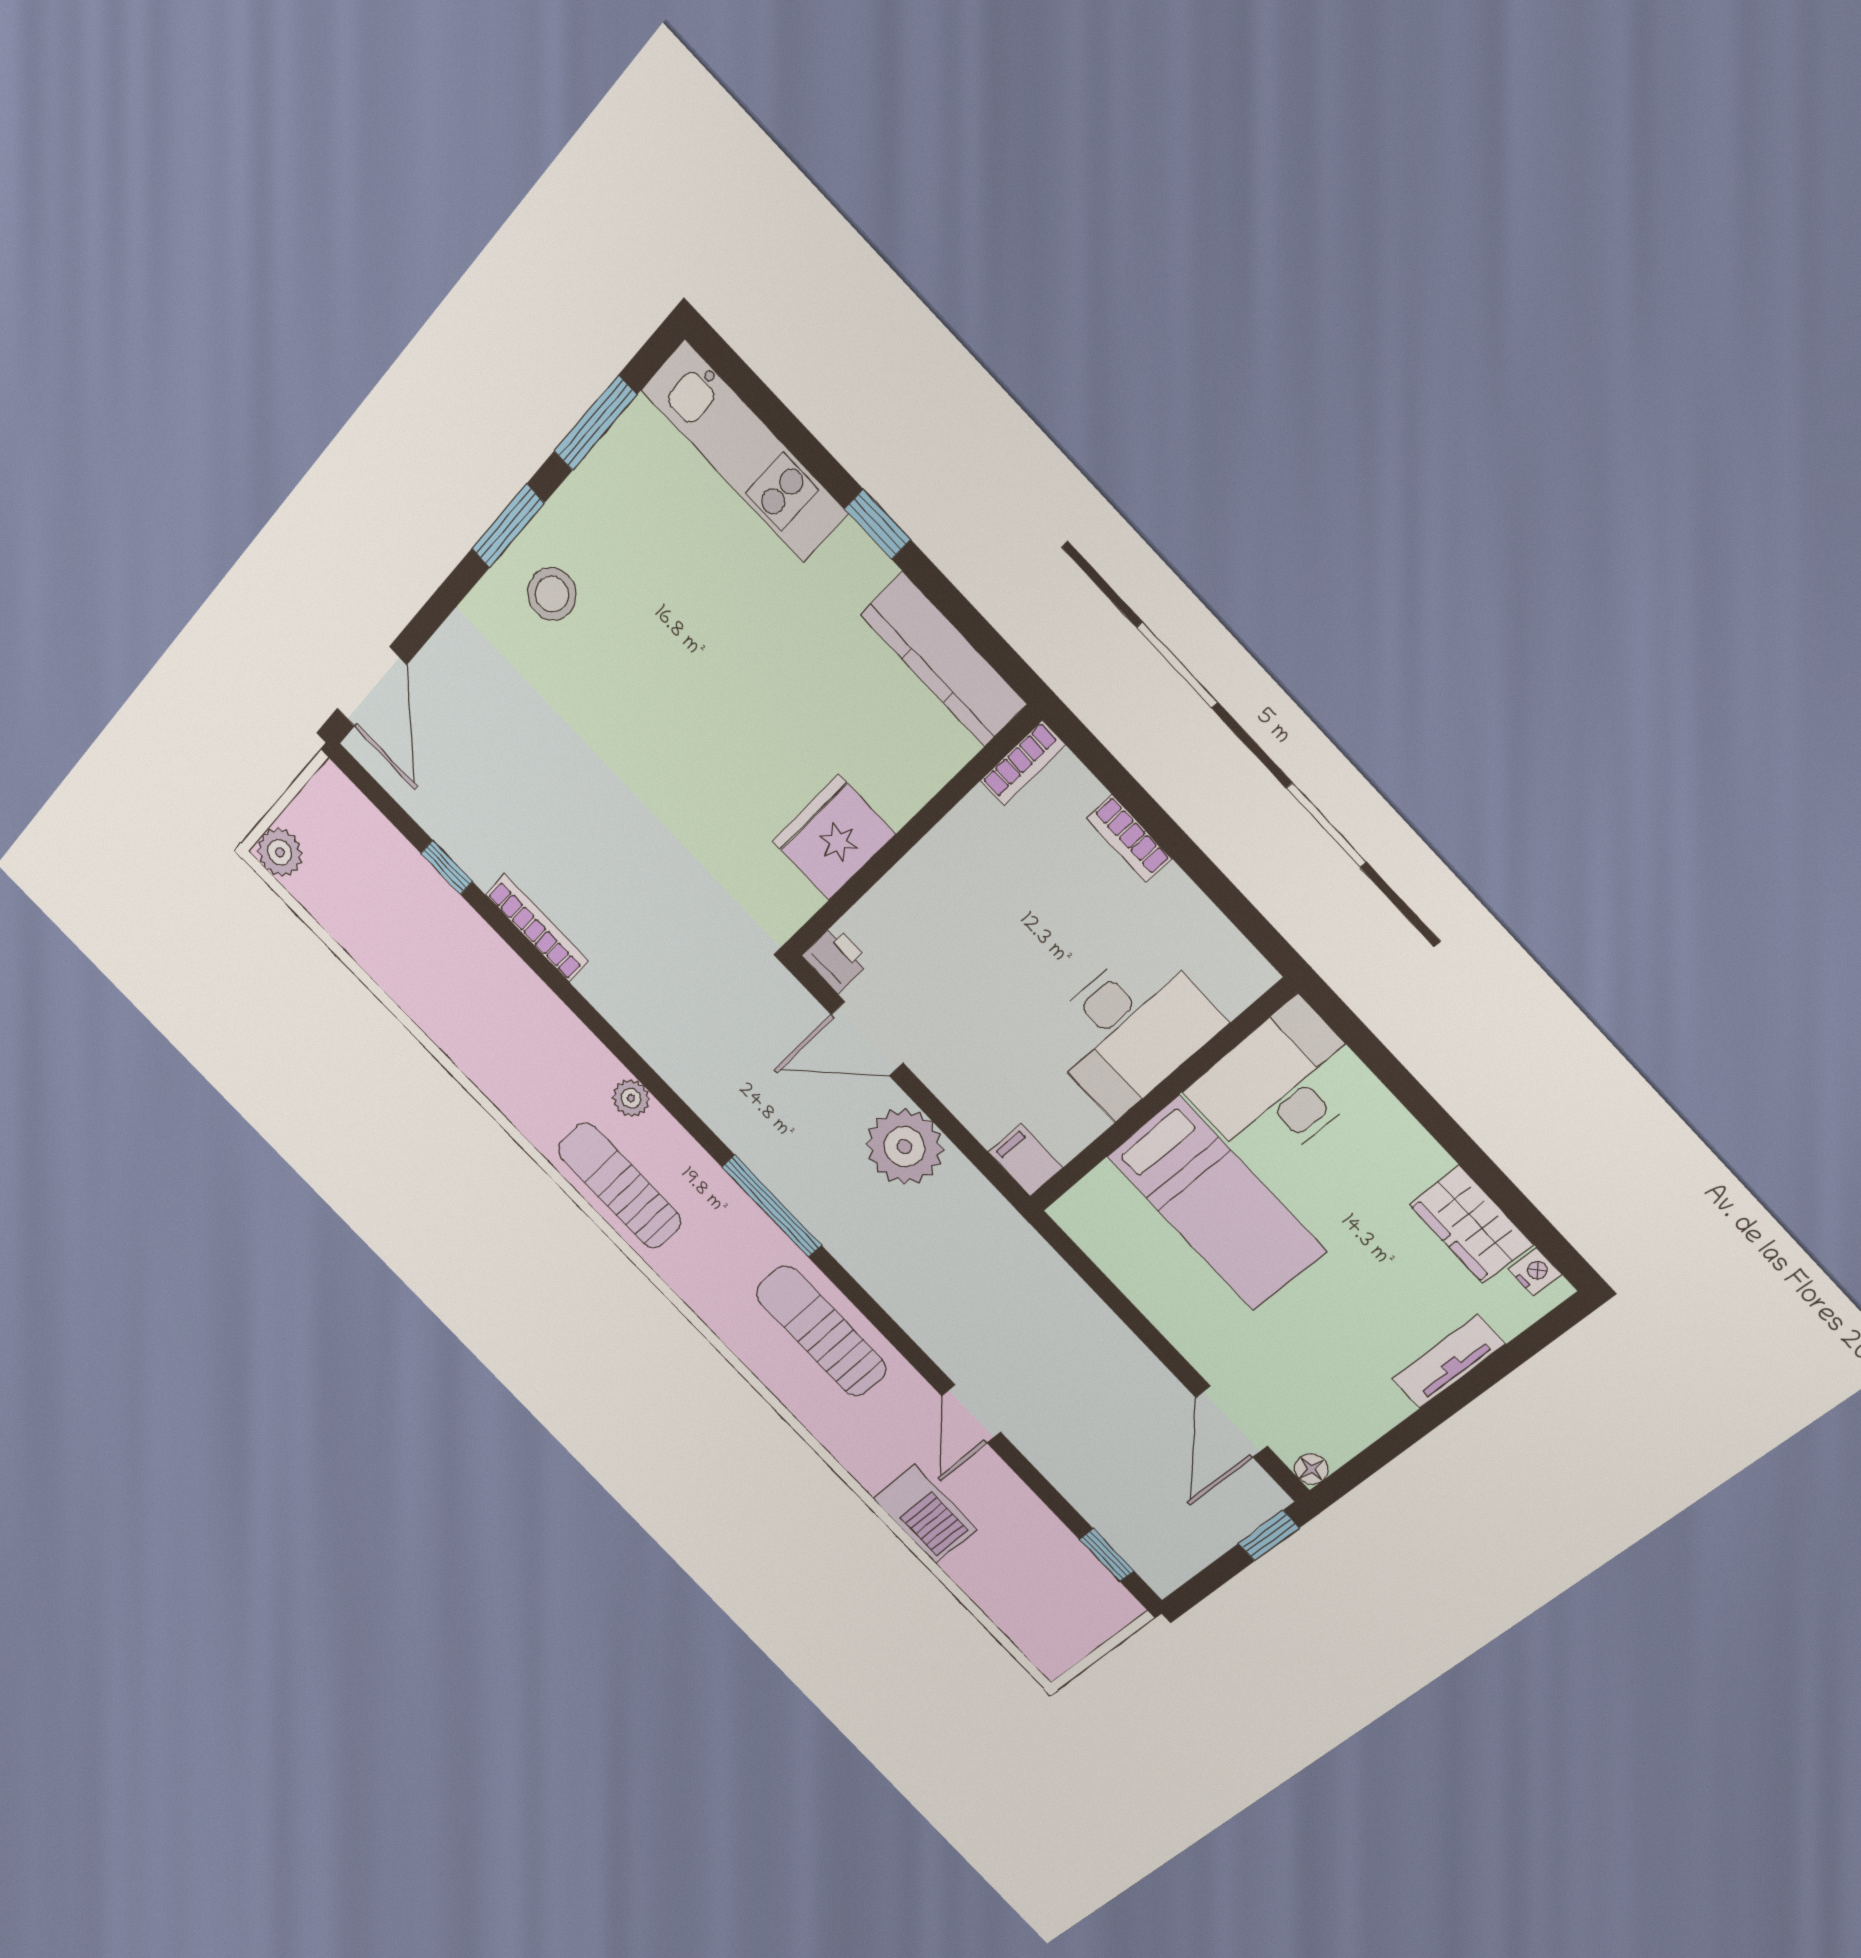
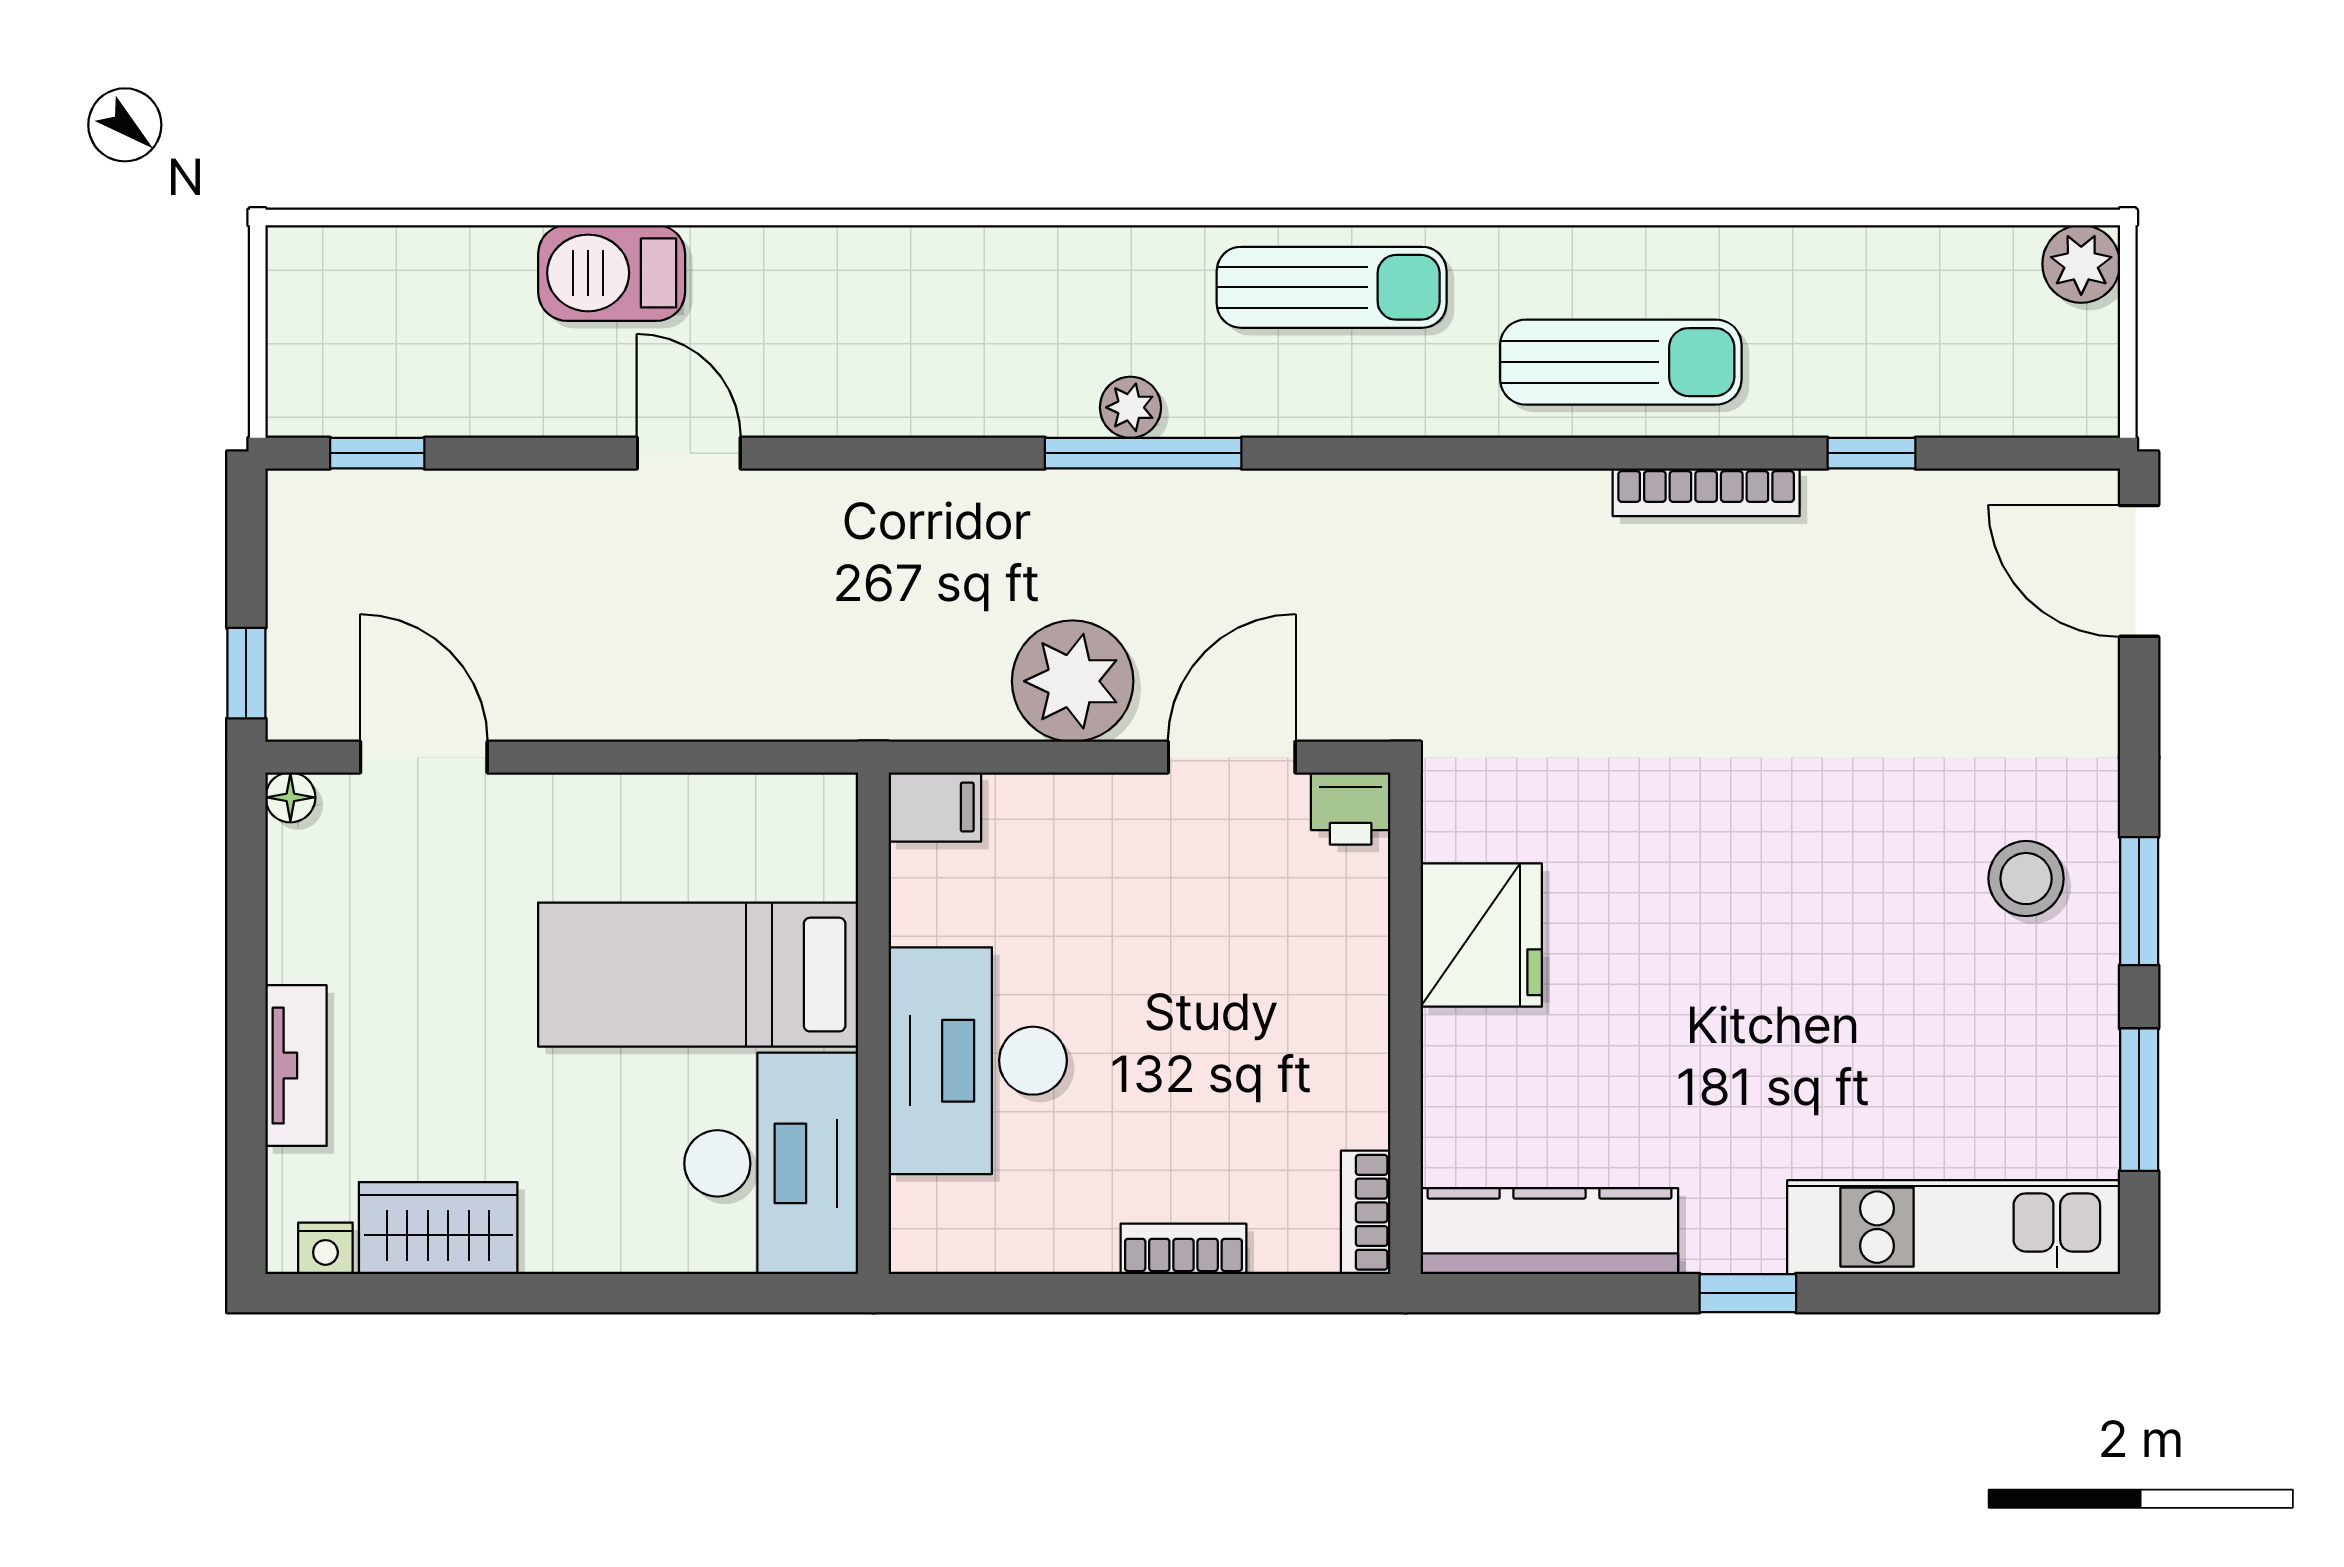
plant: (631, 1098) -> (1130, 407), moved
sun lounger: (821, 1331) -> (1621, 362), moved

